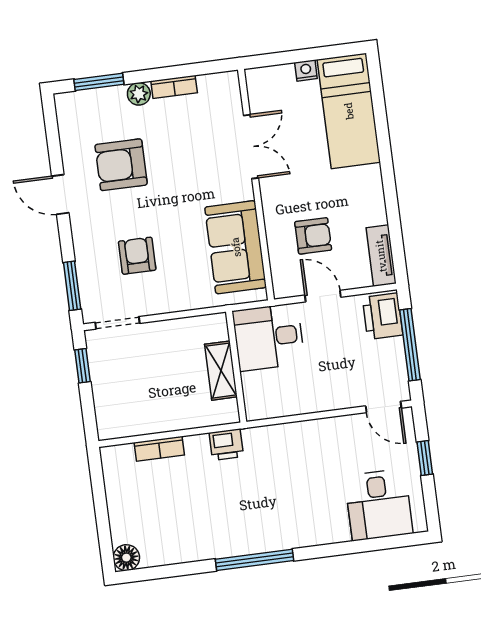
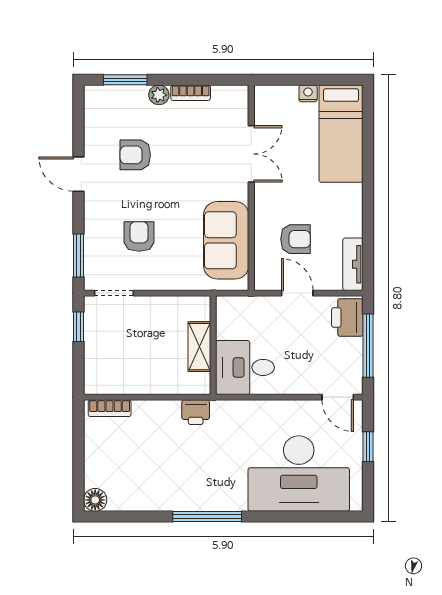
armchair: (121, 165) -> (135, 155), width x0.72, depth x0.72
desk: (269, 337) -> (245, 367), moved
bookcase: (159, 449) -> (110, 408), moved
desk: (379, 505) -> (299, 474), width x1.87, depth x1.30

